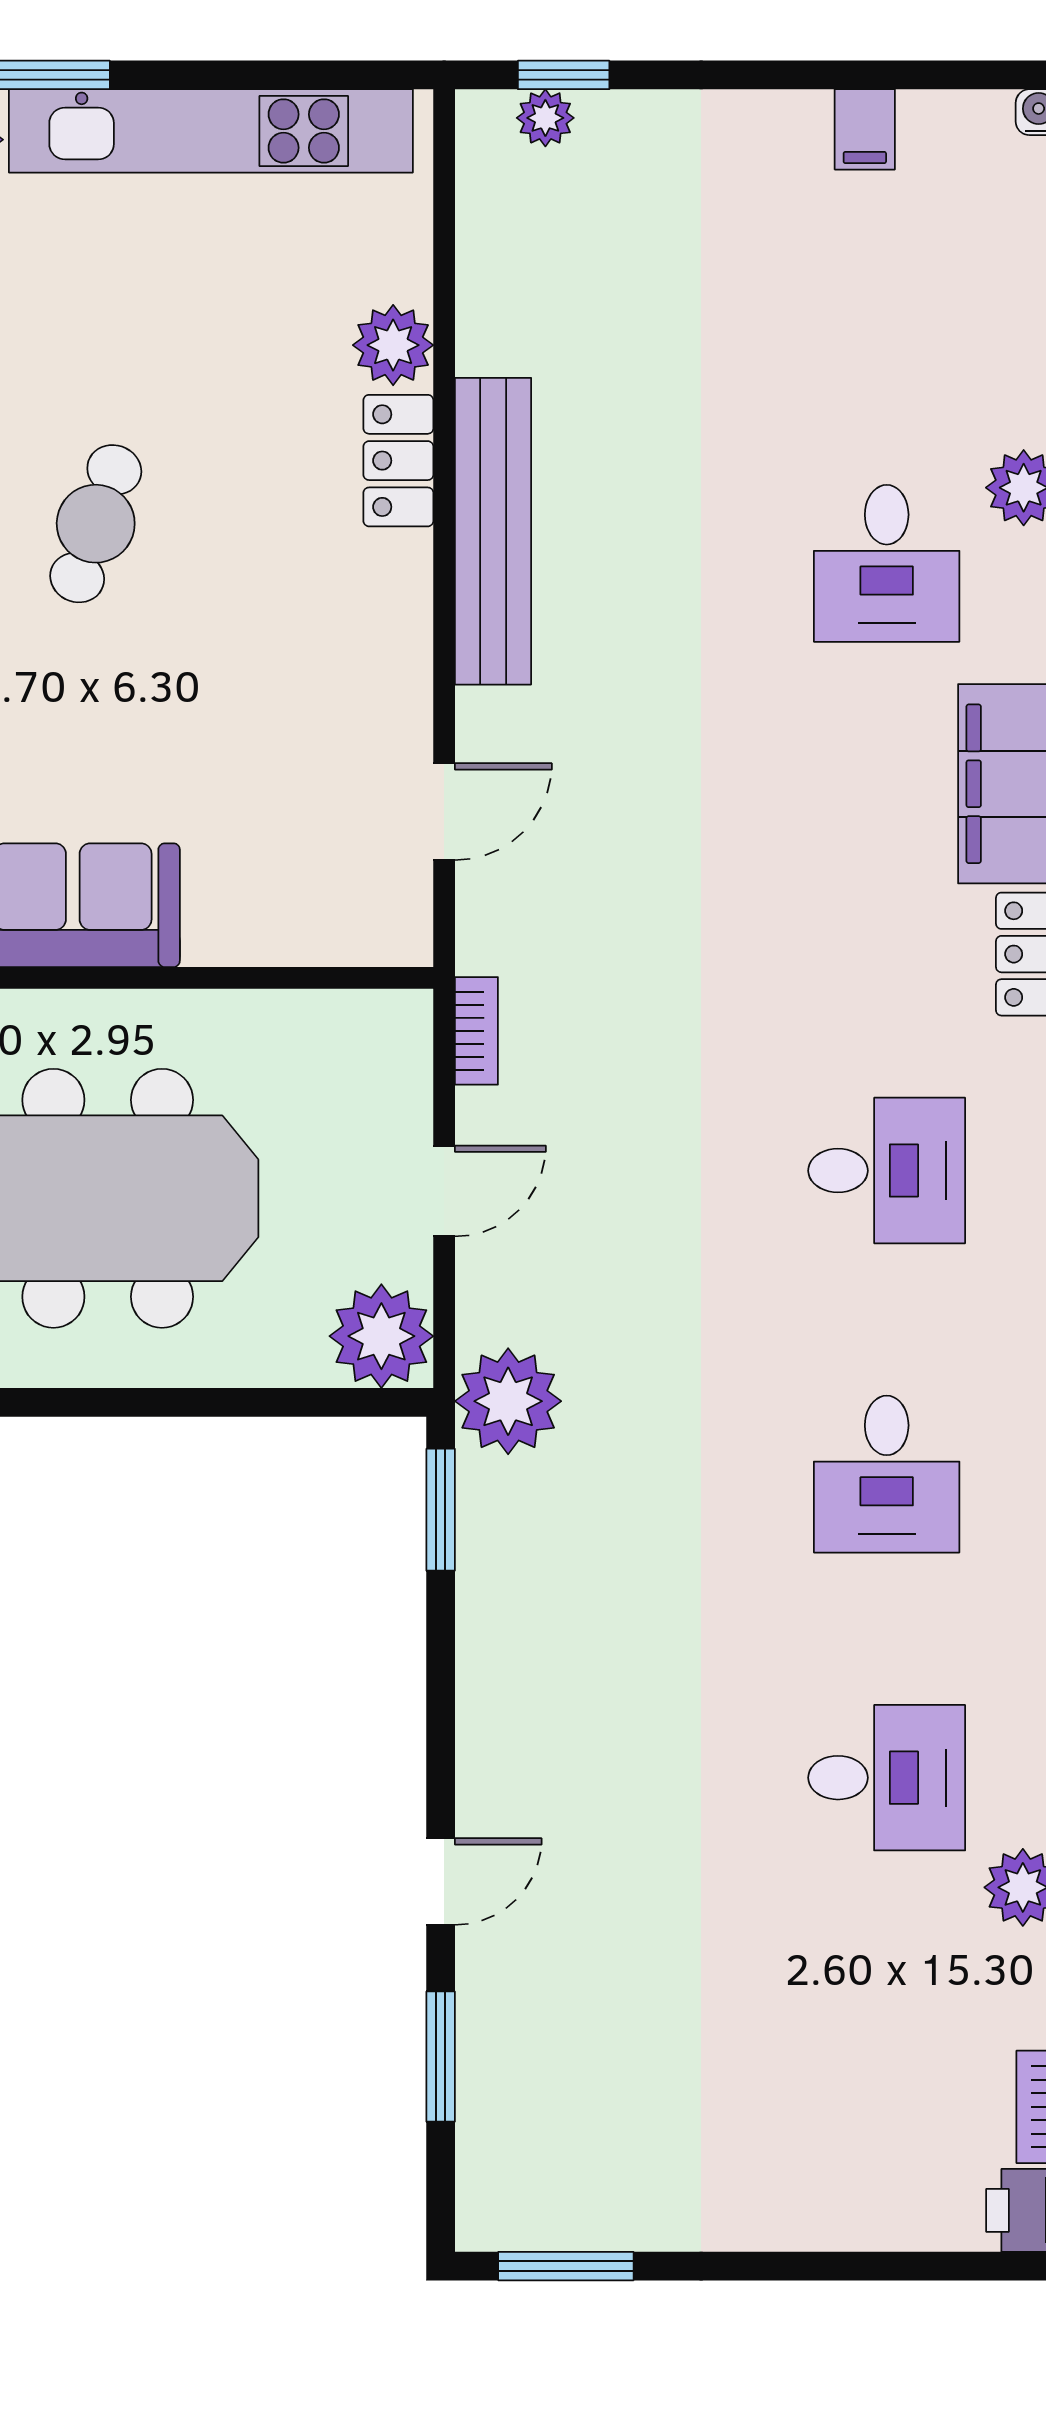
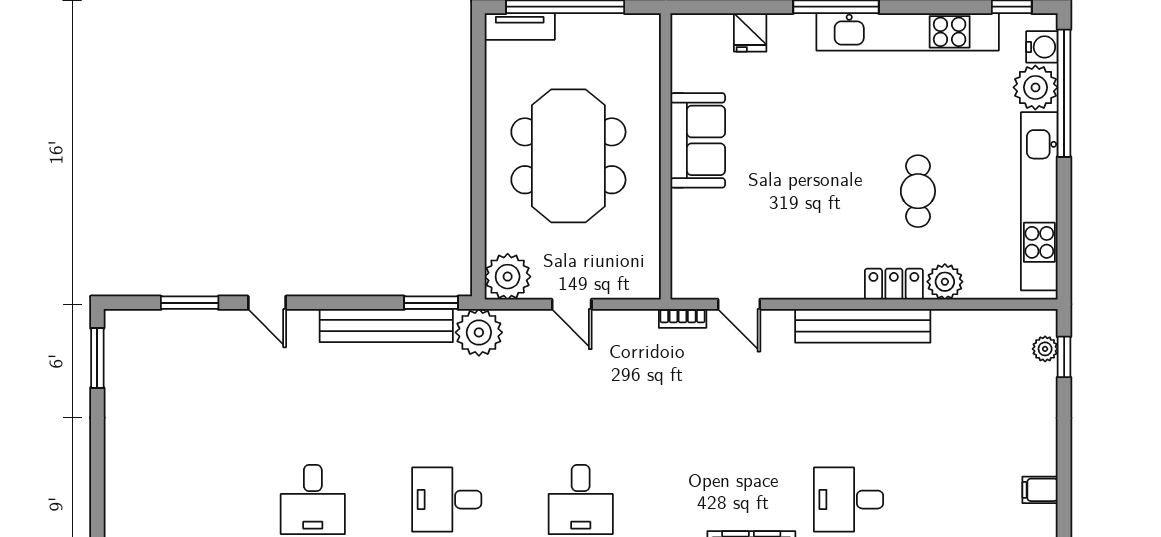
cafe table: (96, 524) -> (918, 191), moved, turned 71
bookcase: (476, 1031) -> (683, 318), moved
bench: (492, 1611) -> (386, 326), added

